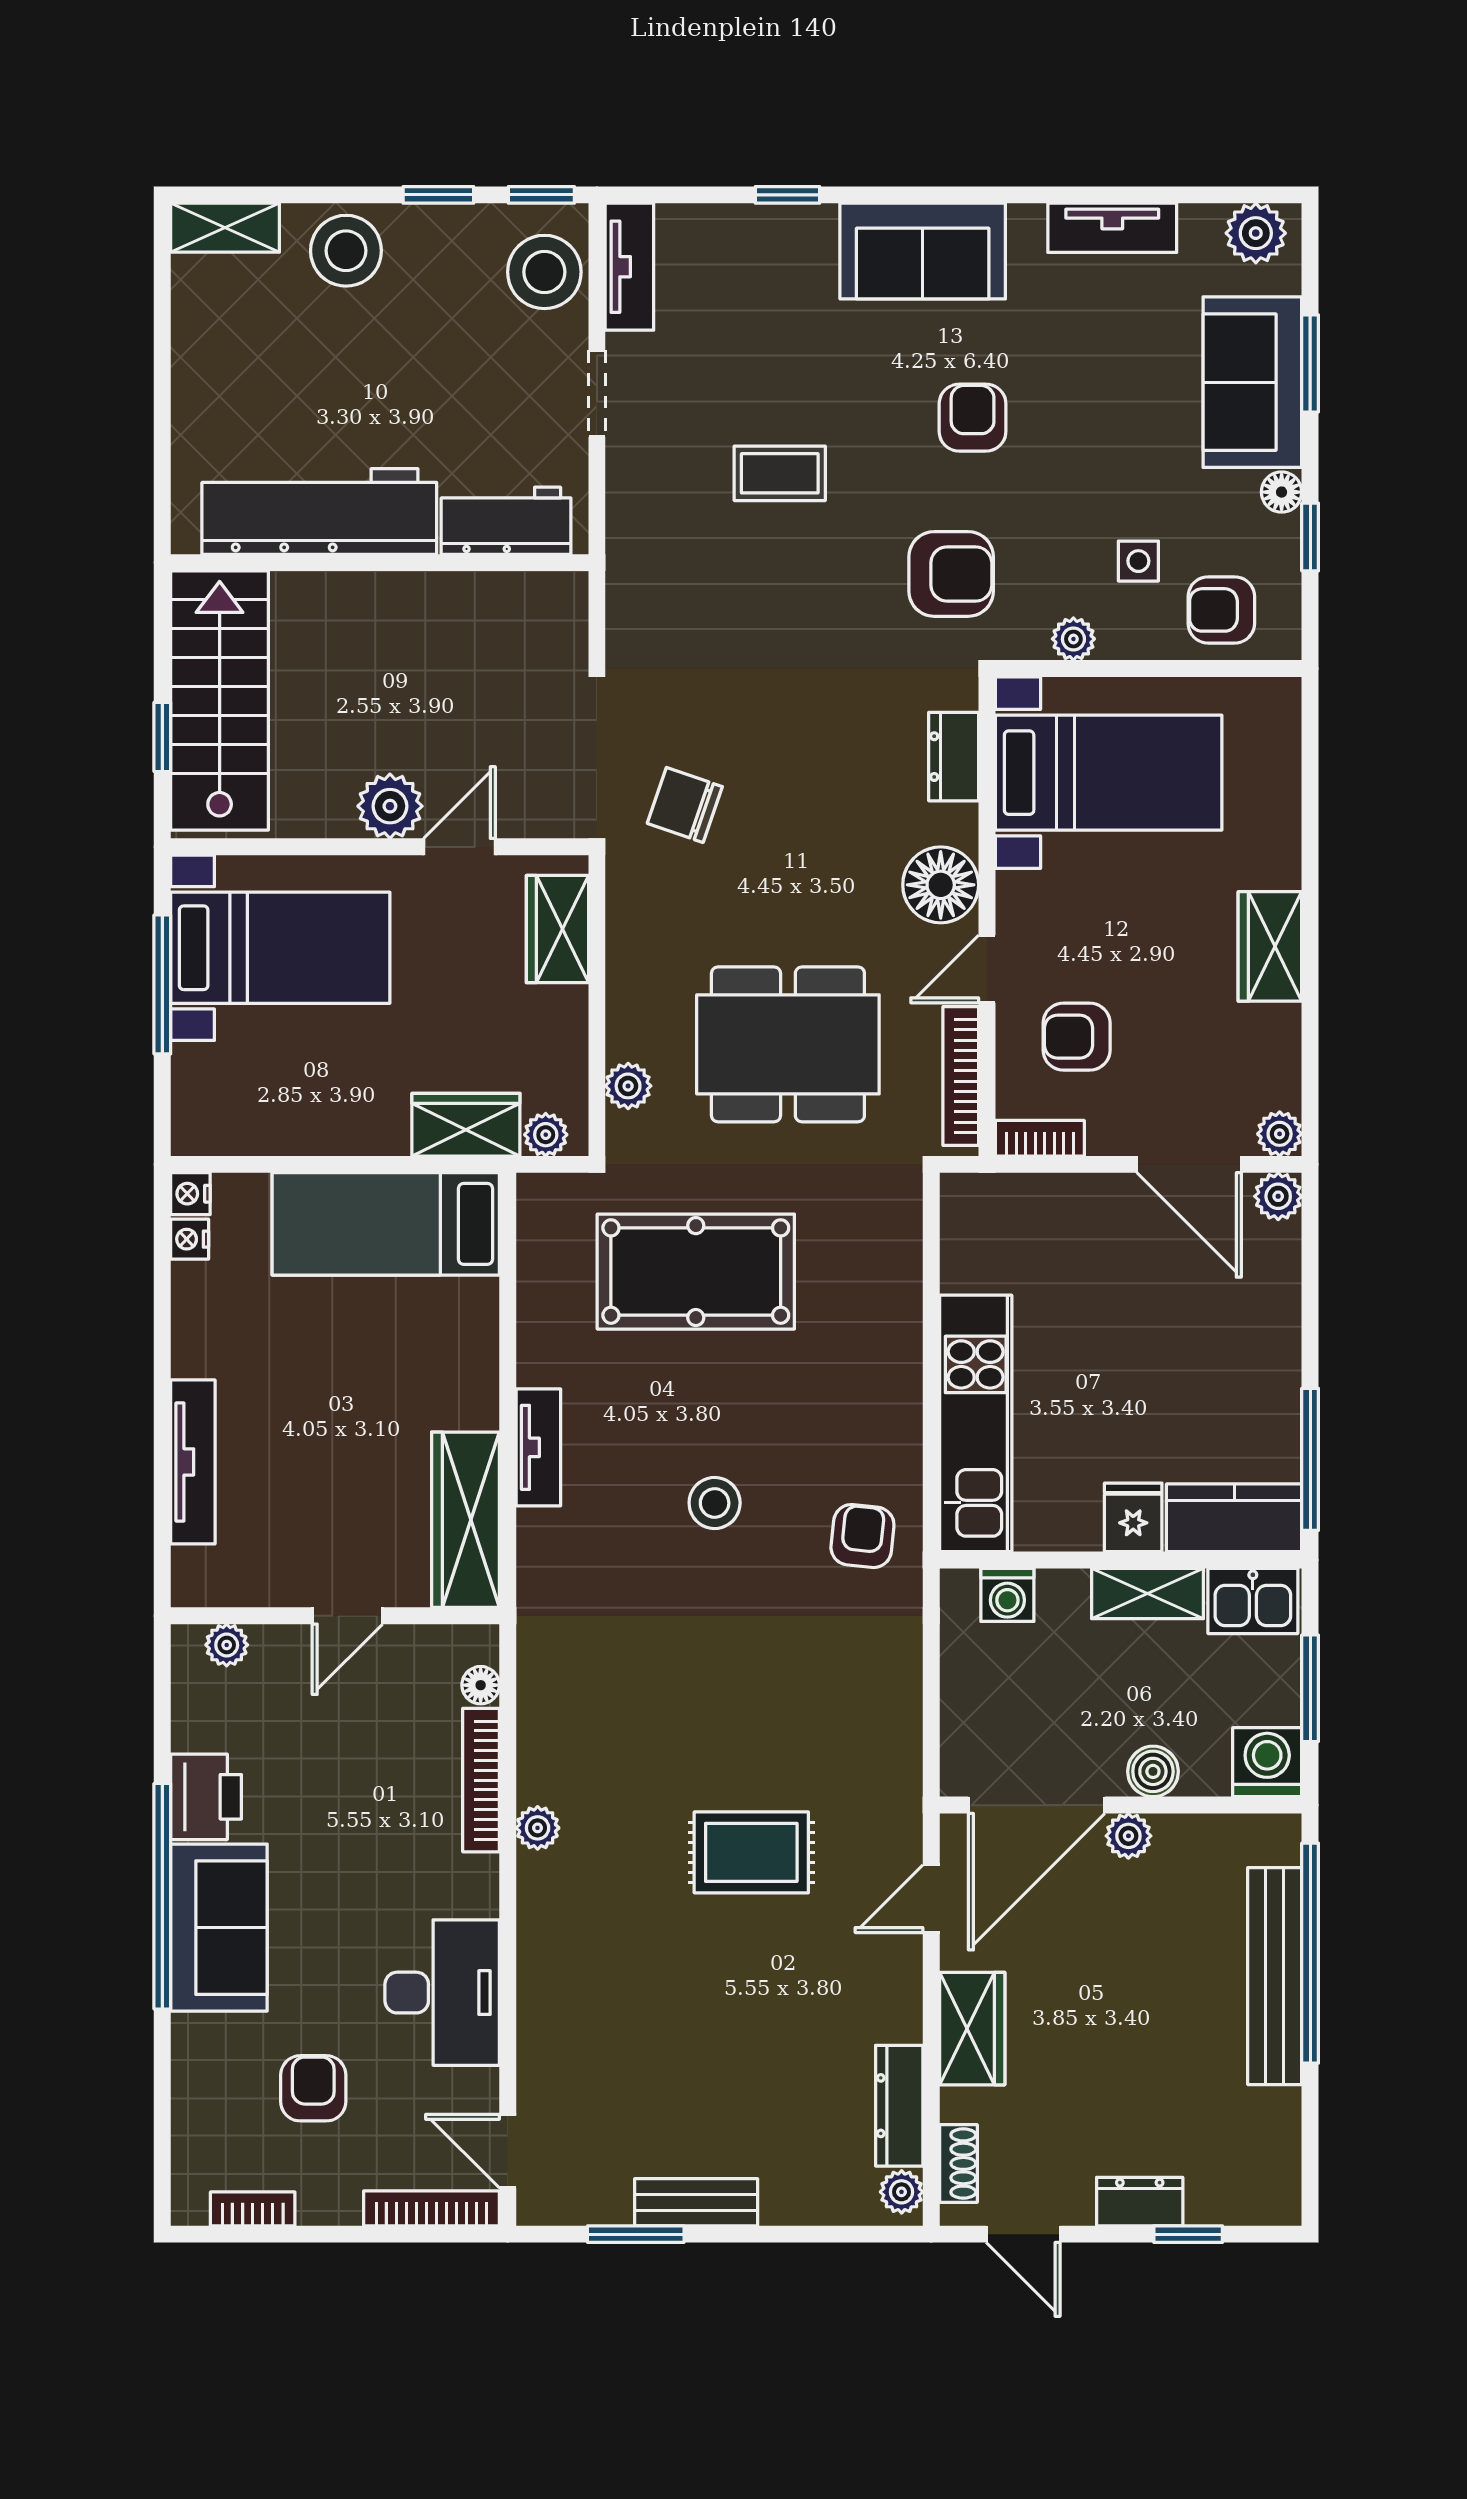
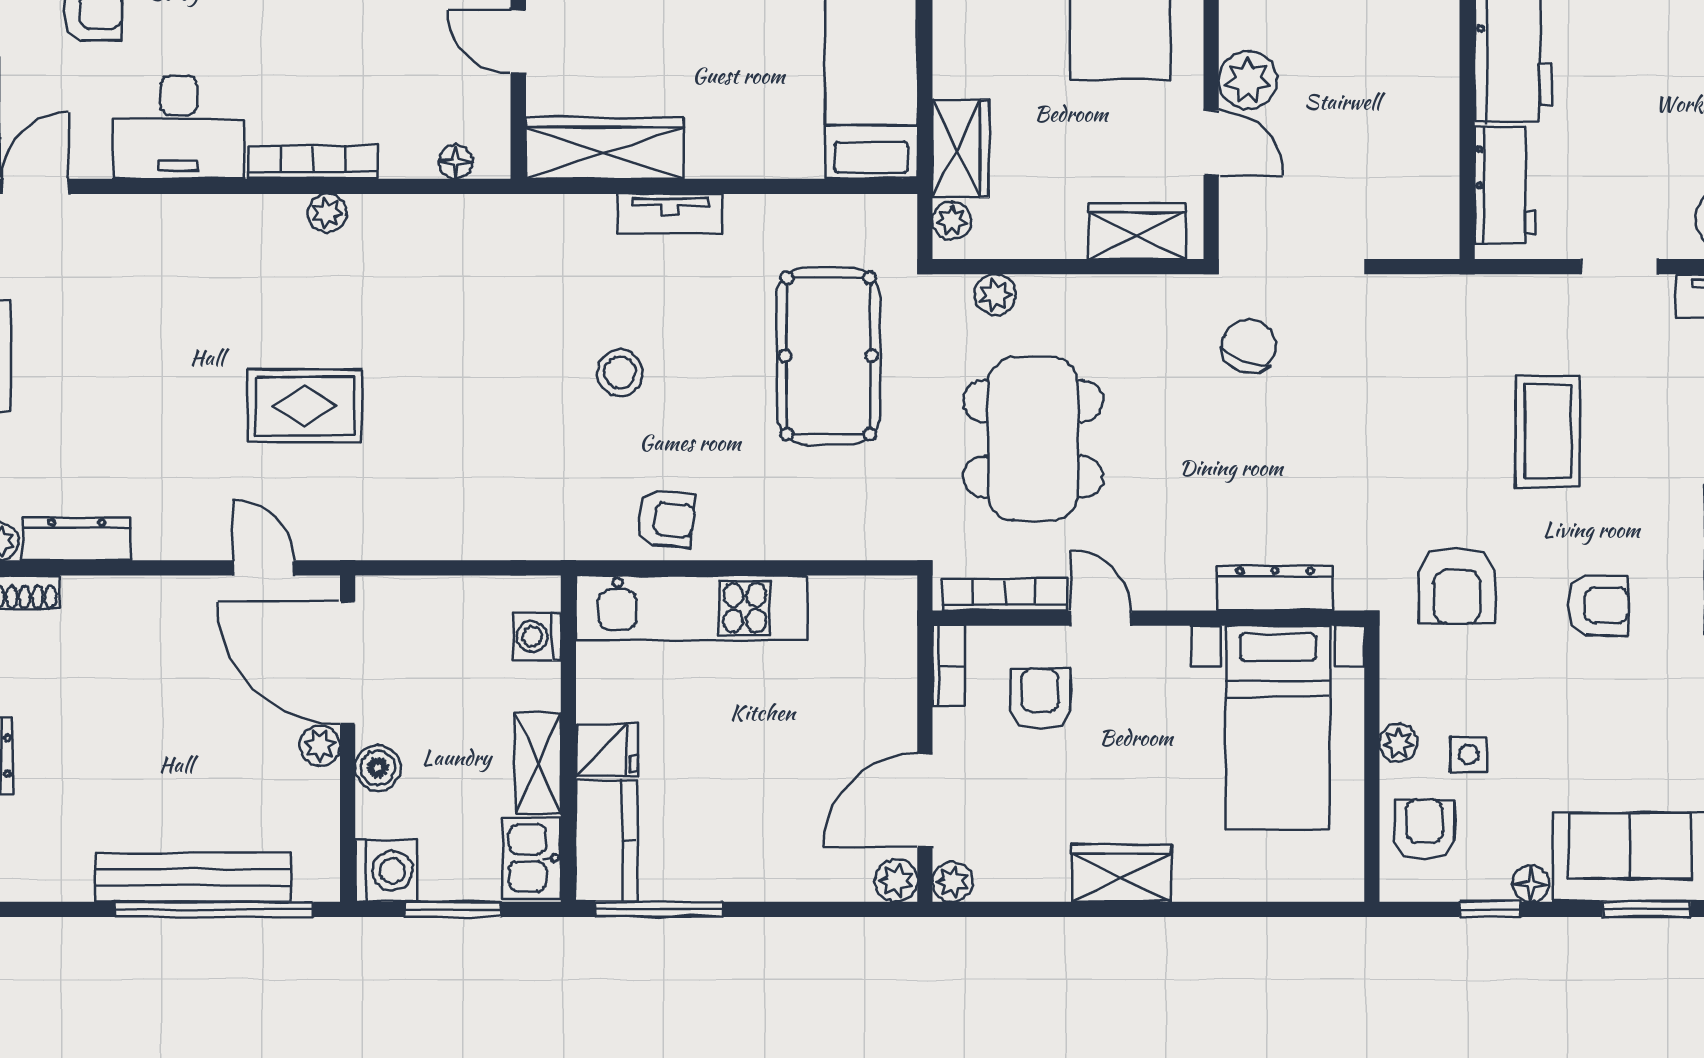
coffee table: (780, 473) -> (1548, 431), width x1.36, depth x1.30
plant: (1073, 639) -> (1398, 743), moved
dresser: (954, 757) -> (1275, 588), width x1.44
floor lamp: (941, 885) -> (1177, 576), removed
armchair: (862, 1536) -> (666, 519), moved
bookcase: (481, 1780) -> (313, 162), moved
rug: (751, 1852) -> (305, 406), turned 90
wardrobe: (972, 2029) -> (146, 605), removed

